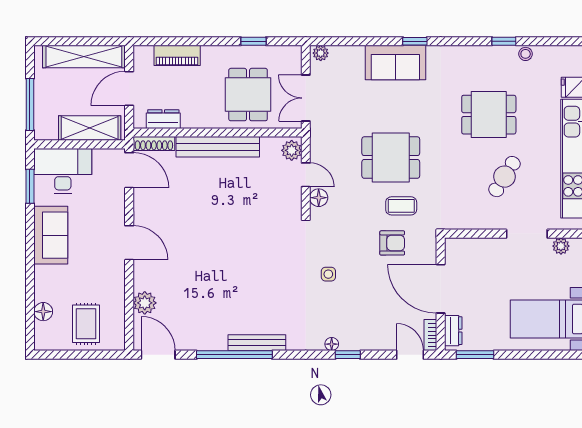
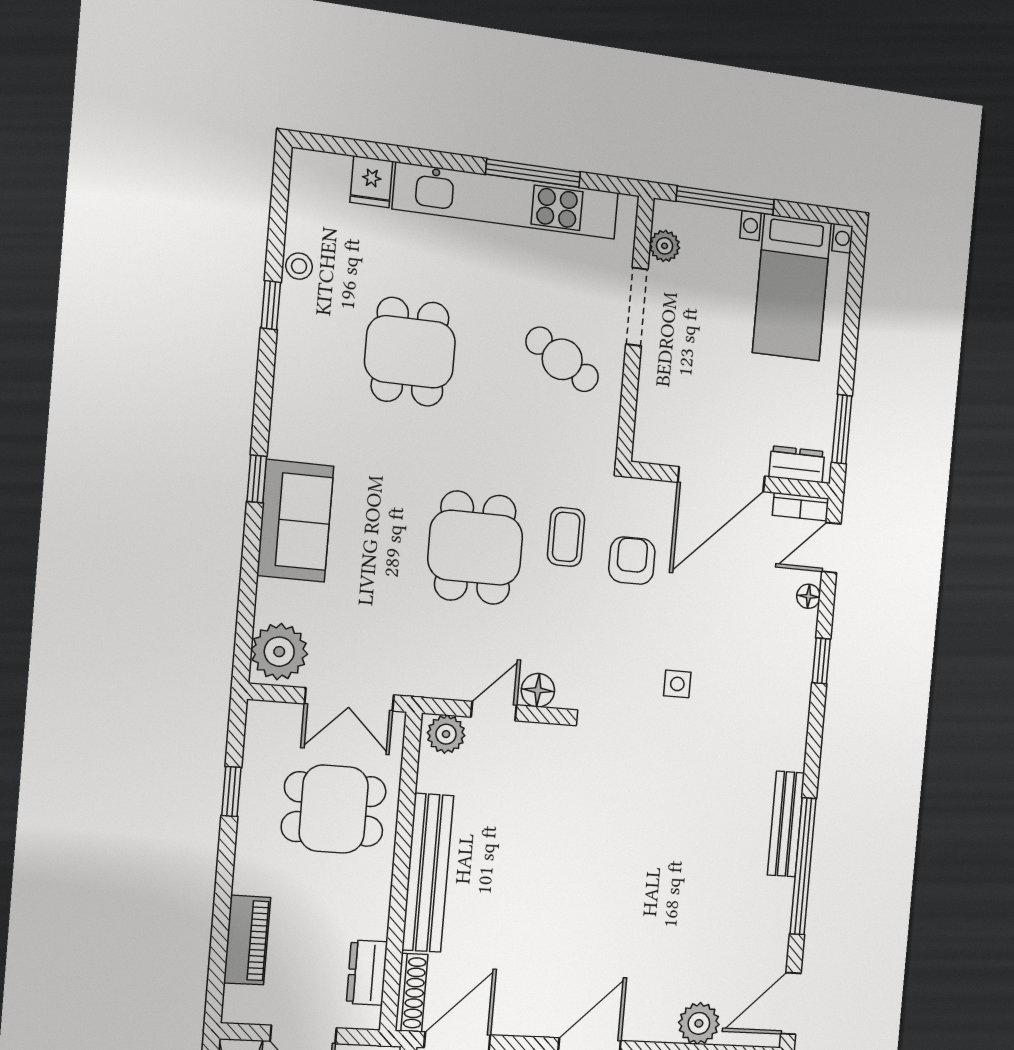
plant: (321, 53) -> (279, 652), width x1.88, depth x1.88
cafe table: (504, 177) -> (562, 359), moved
floor lamp: (332, 344) -> (808, 596), moved

